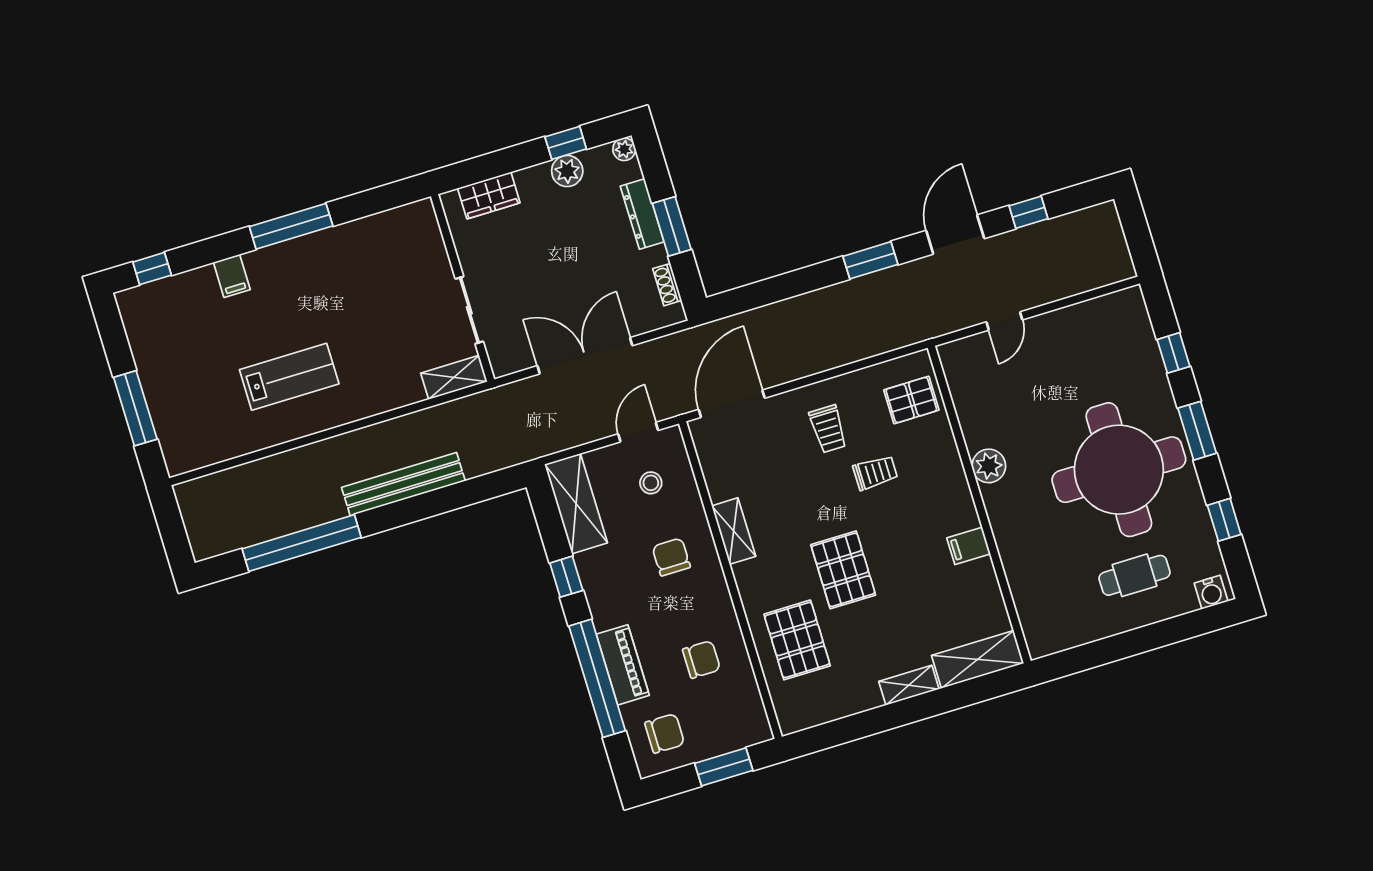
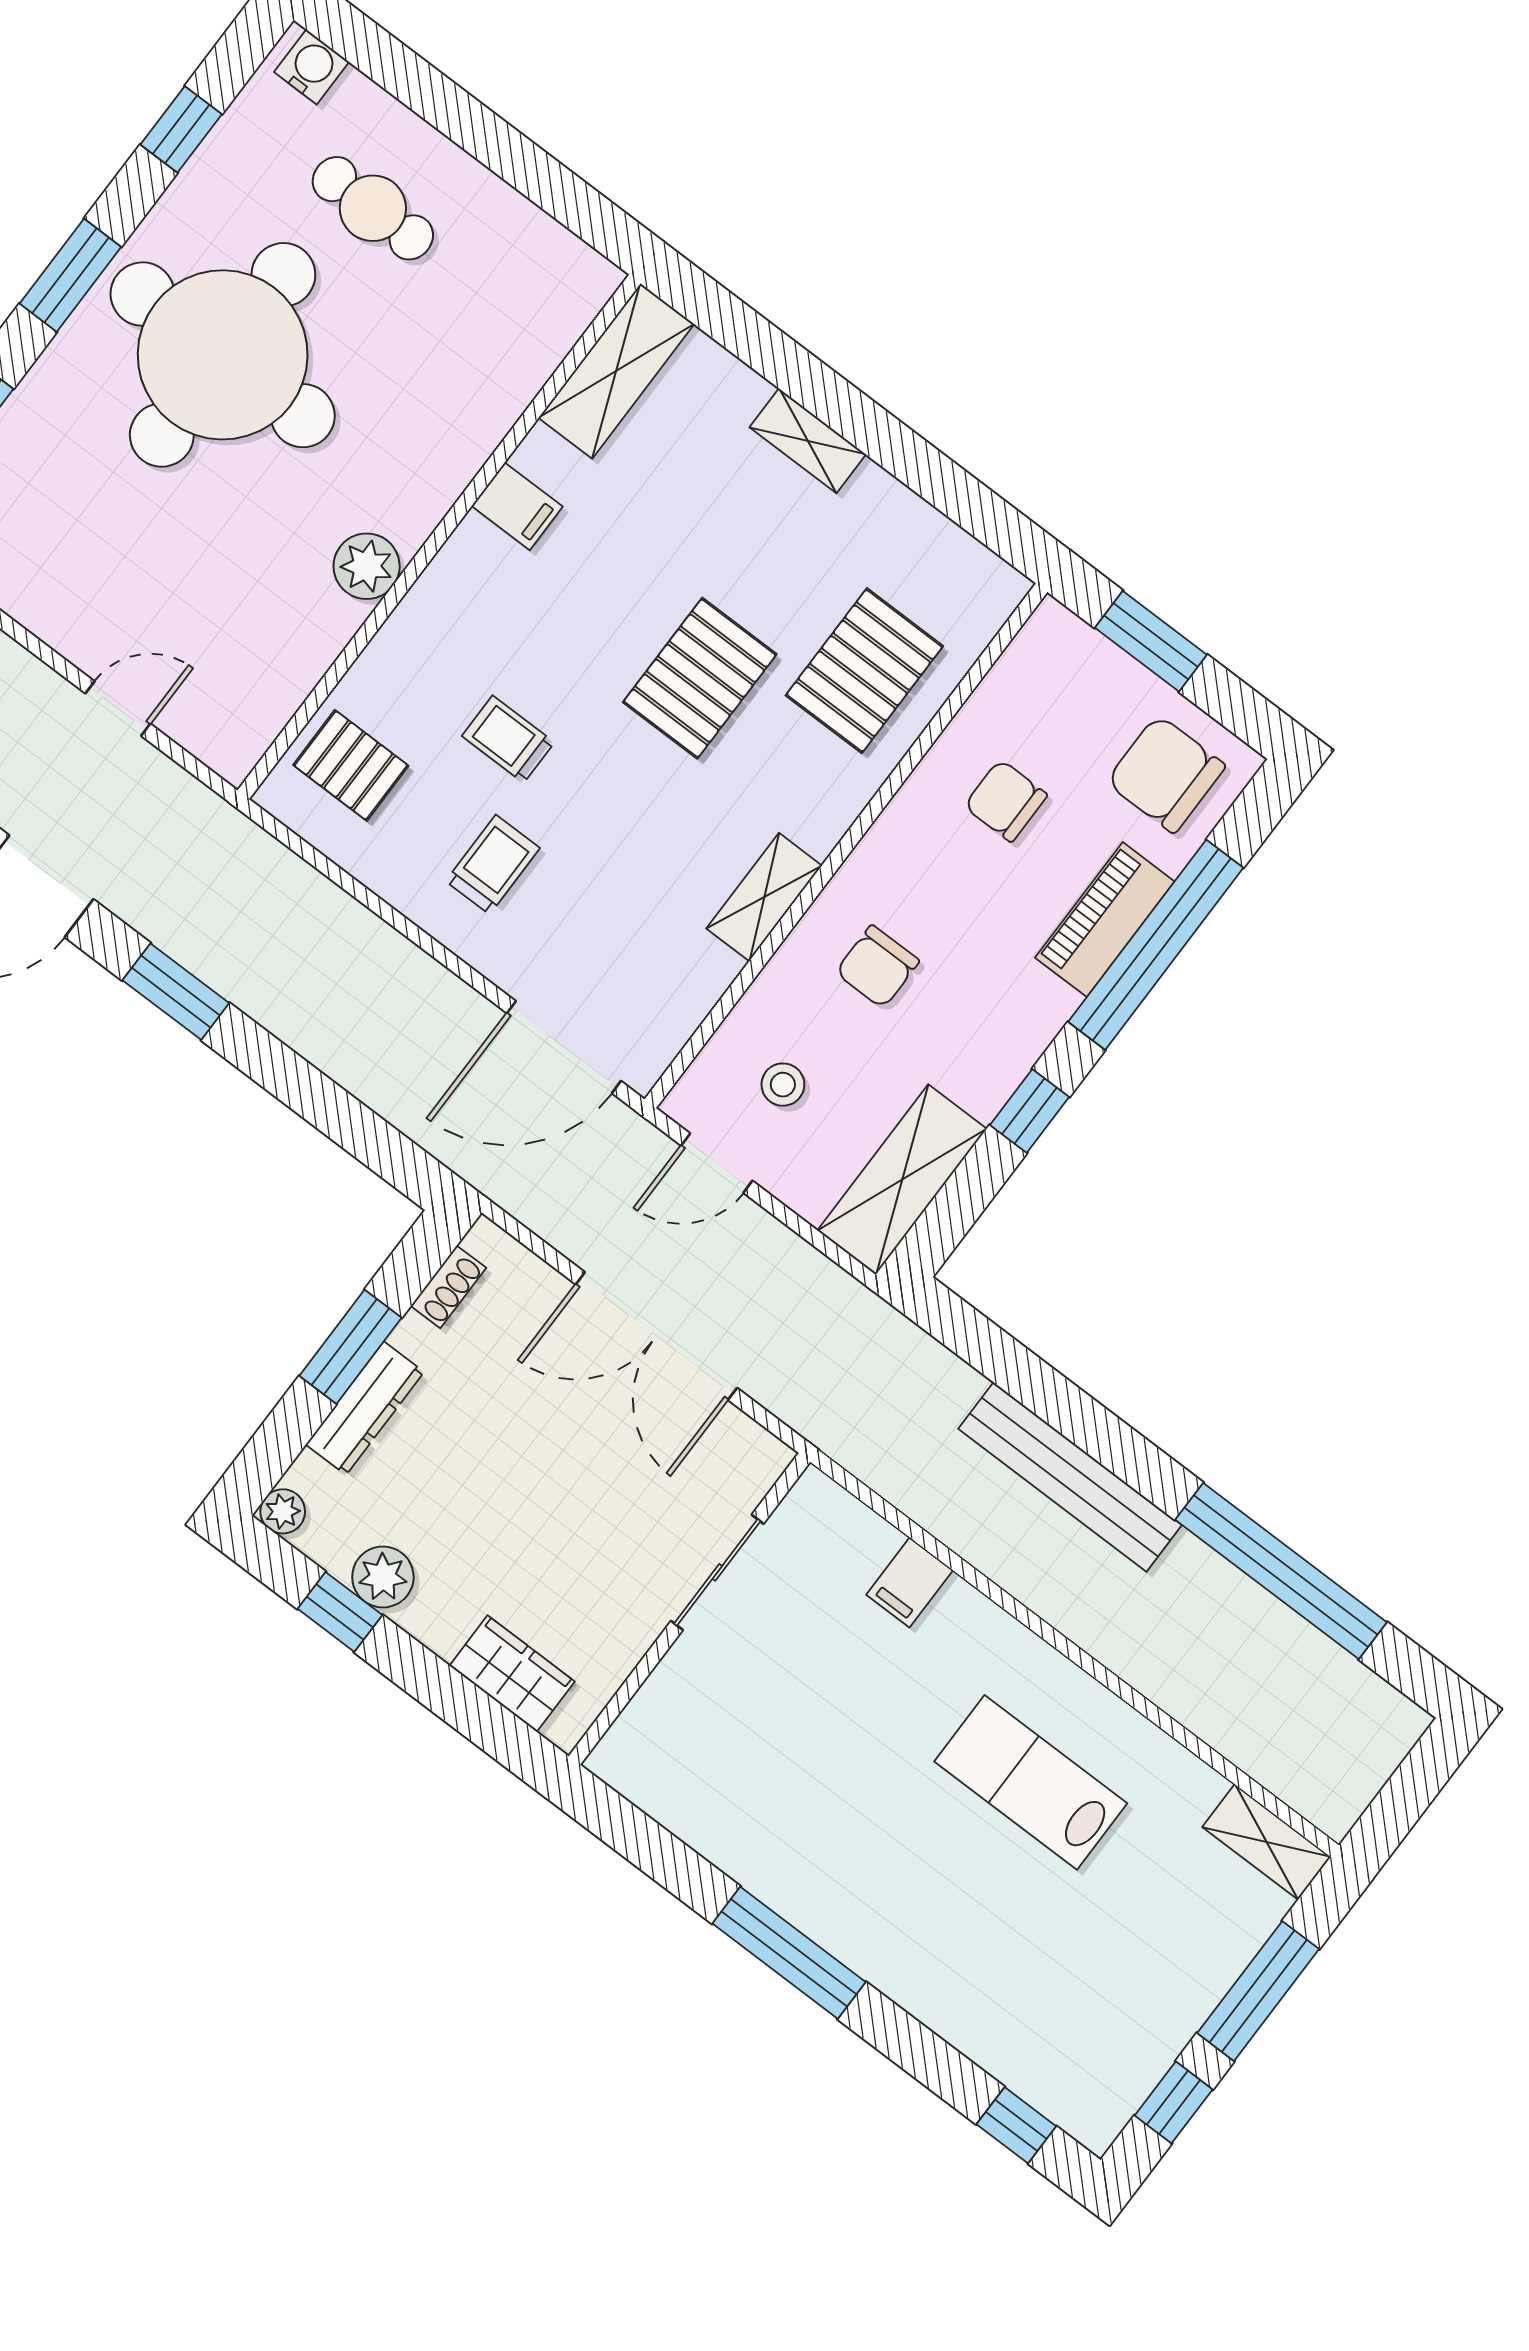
filing cabinet: (232, 276) -> (910, 1582), moved, turned 180
window: (115, 340) -> (1174, 2102), added
shelving: (454, 377) -> (1266, 1842), moved
shelving: (978, 659) -> (616, 371), moved, turned 90
chair: (665, 733) -> (1166, 774), width x1.37, depth x1.37

